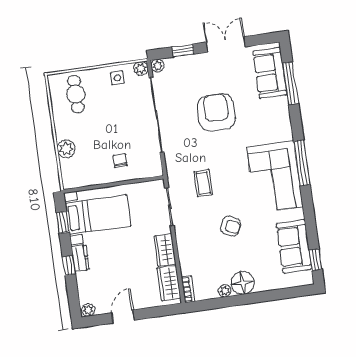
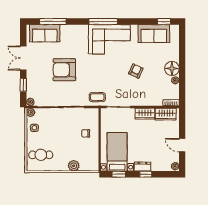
coffee table: (203, 183) -> (97, 97), moved

